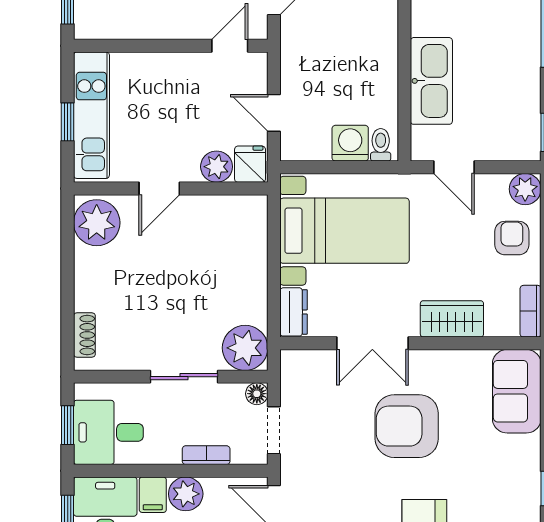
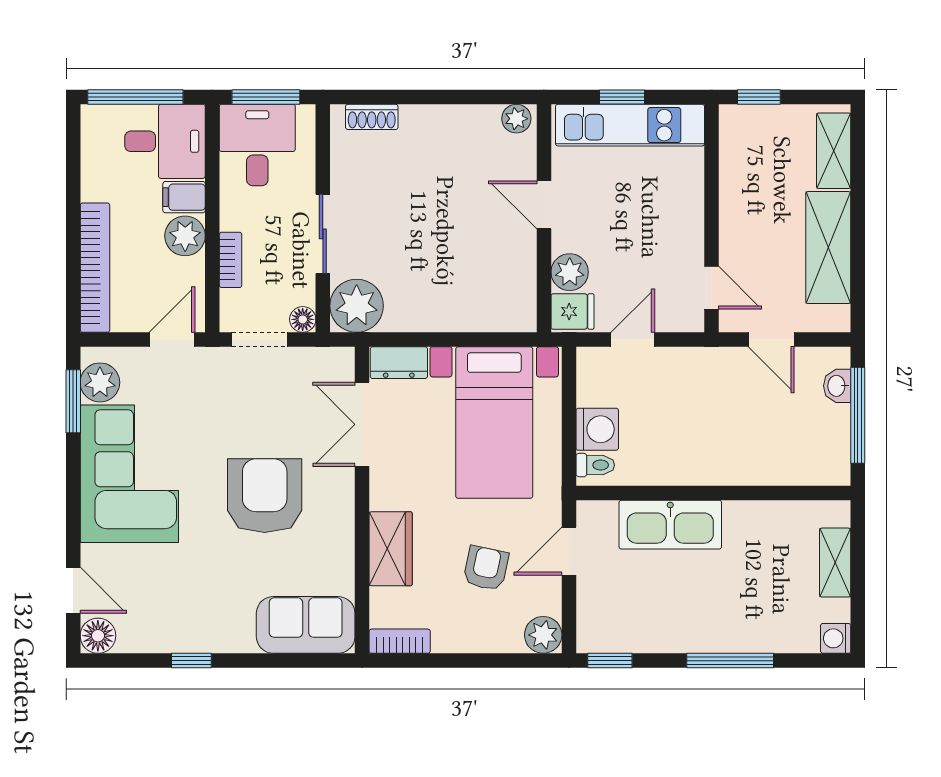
plant: (97, 223) -> (516, 119), width x0.53, depth x0.53
armchair: (512, 238) -> (486, 568), moved, turned -78
double door: (372, 343) -> (362, 424), moved
window: (68, 425) -> (266, 97), width x1.50

